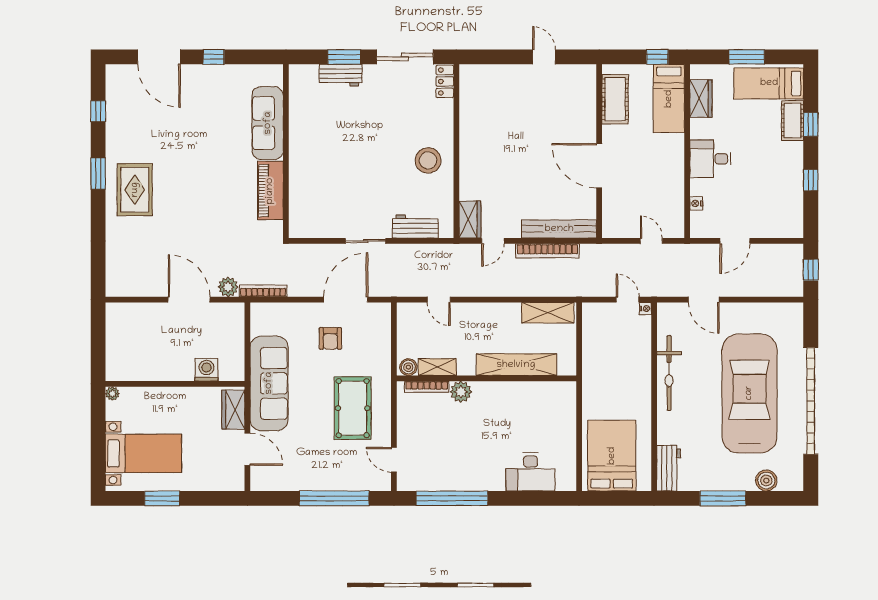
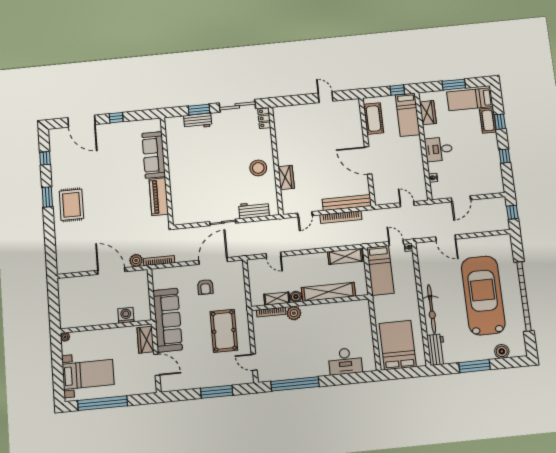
wardrobe: (470, 220) -> (286, 177), moved
bed: (599, 340) -> (380, 270), added
boiler: (408, 367) -> (296, 297), moved
bicycle: (669, 373) -> (432, 309), moved
window: (162, 498) -> (103, 403), width x2.11
window: (334, 498) -> (217, 392), width x0.68

